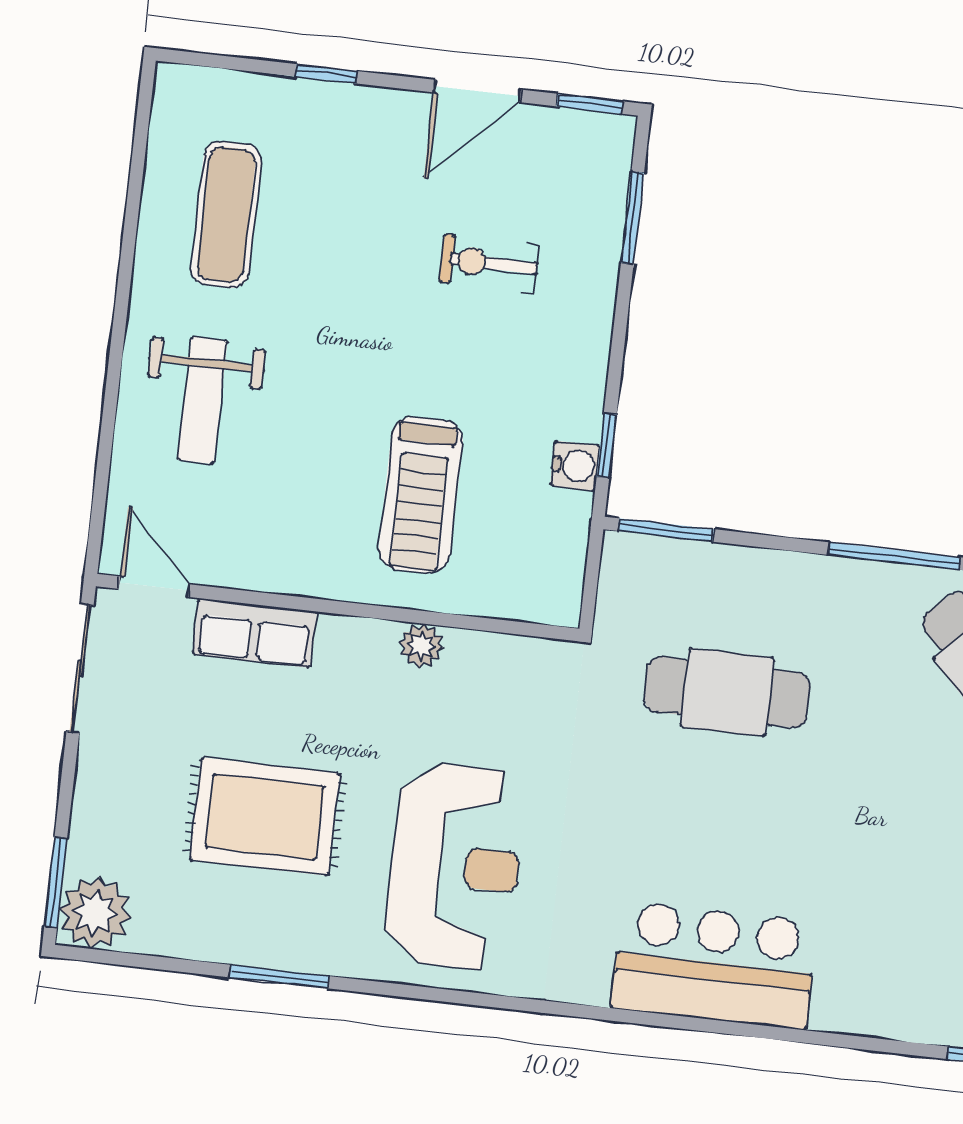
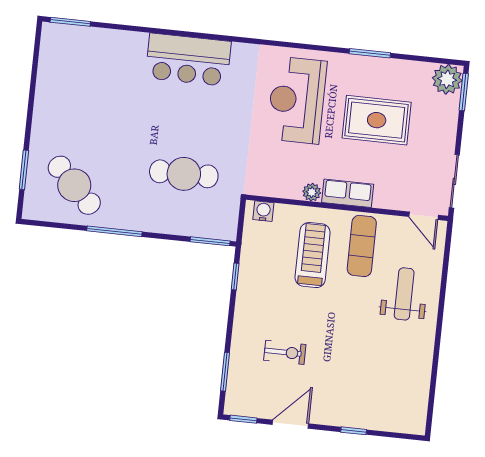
exercise mat: (226, 215) -> (362, 246), moved
water cooler: (575, 466) -> (263, 211), moved, turned 90
row of seats: (255, 633) -> (348, 193), moved

